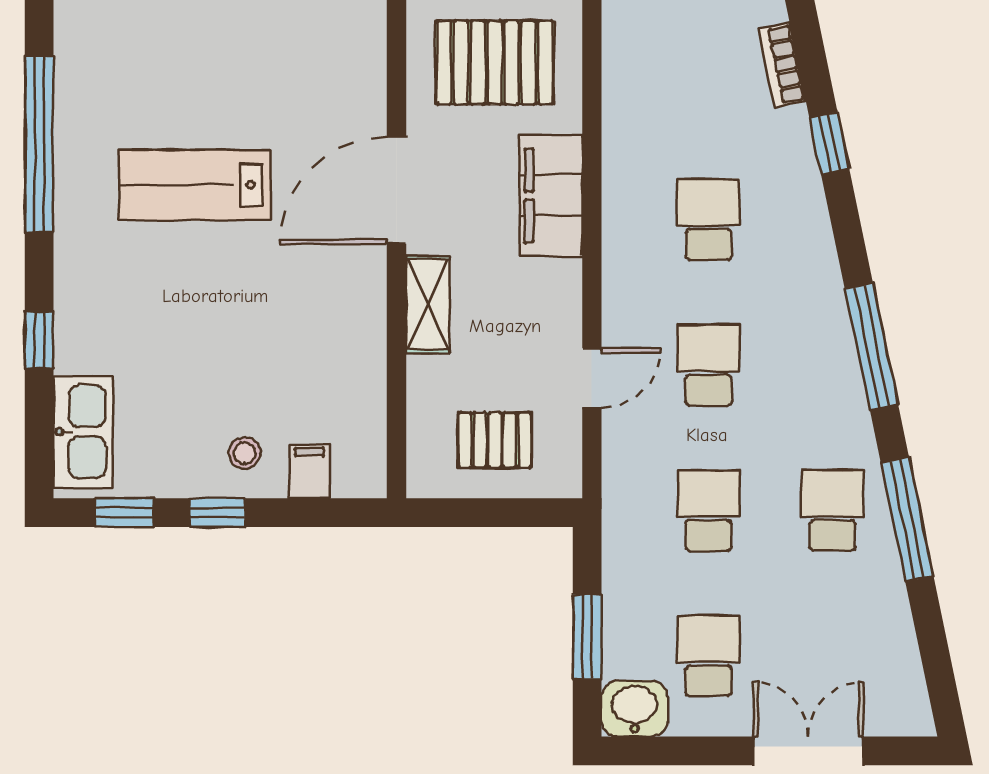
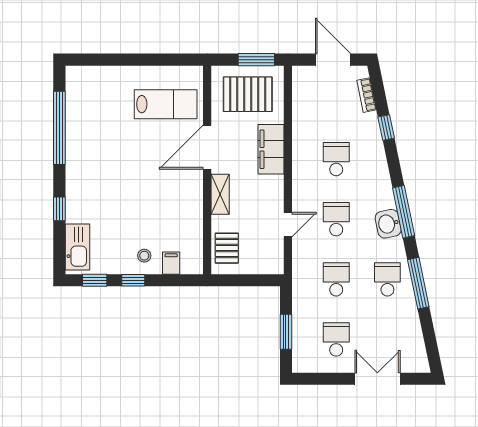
lab bench: (195, 185) -> (166, 104), moved, turned 180
pallet: (495, 440) -> (227, 248), moved, turned 90
washbasin: (635, 709) -> (388, 224), moved, turned -102

